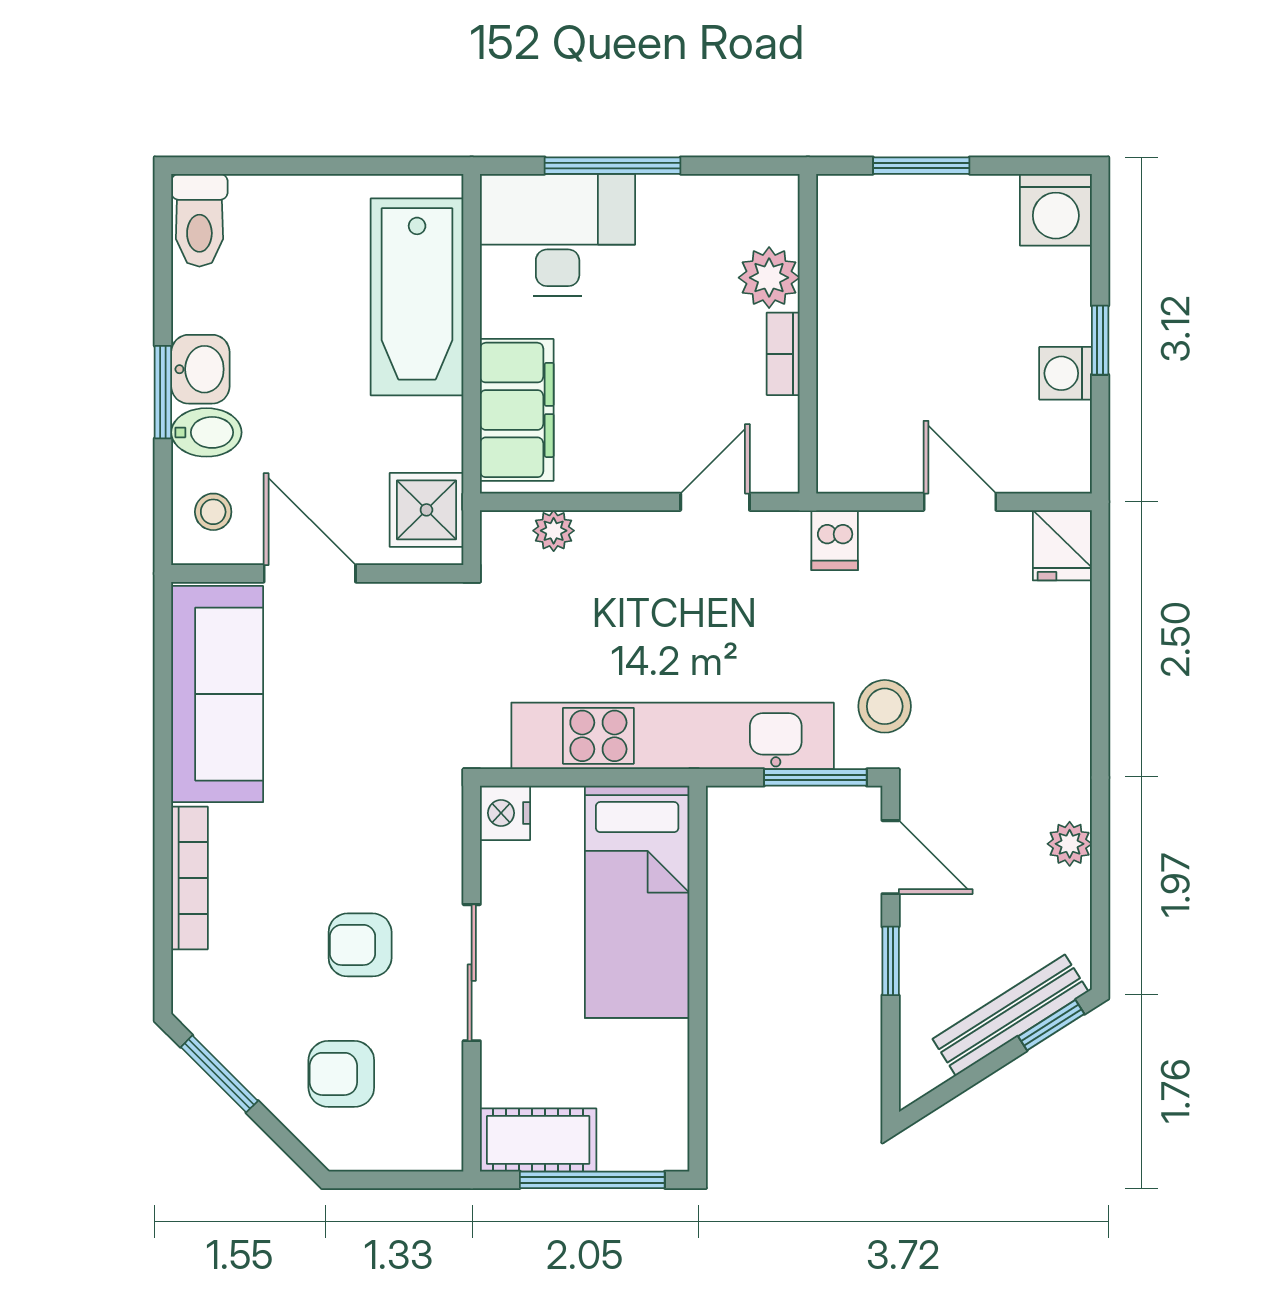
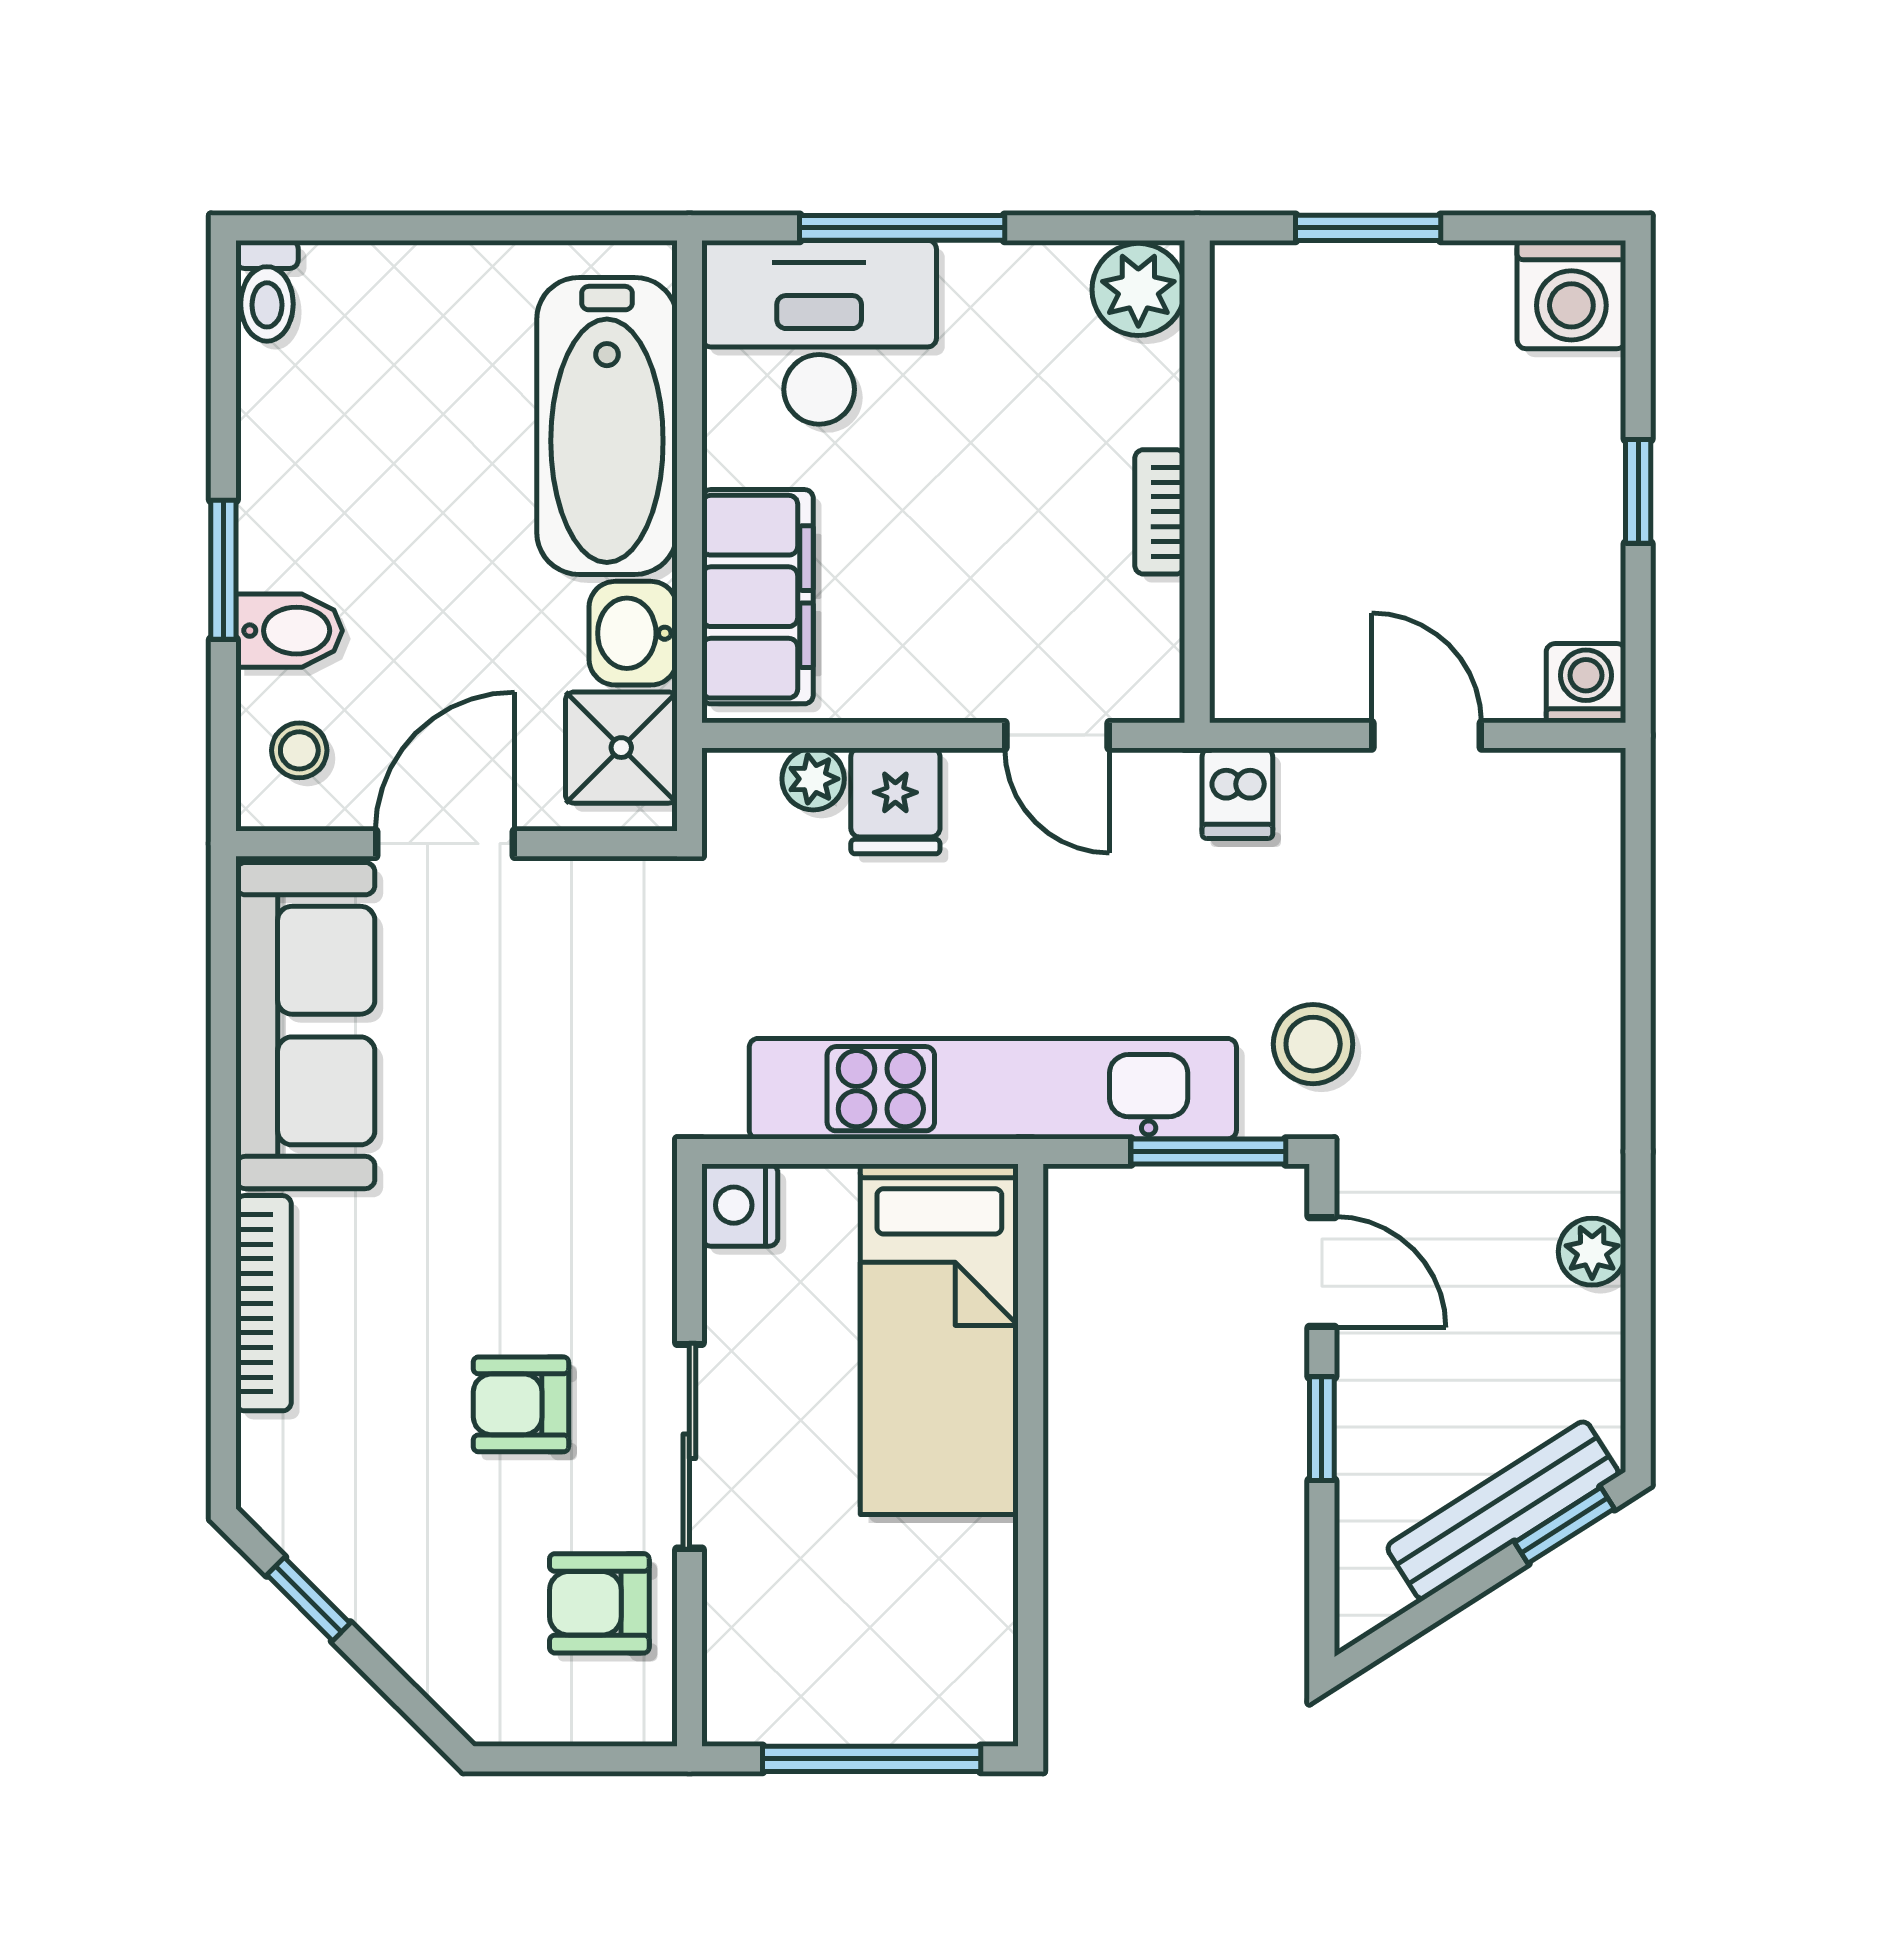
toilet: (199, 220) -> (267, 291), width x0.73, depth x0.72
plant: (769, 278) -> (1138, 289), moved
washbasin: (200, 369) -> (633, 633), moved, turned 180
washing machine: (1065, 373) -> (1586, 683), moved, turned 90
door: (715, 502) -> (1057, 735), swing flipped
fridge: (1062, 545) -> (895, 801), moved
door: (310, 574) -> (445, 844), hinge flipped
window: (219, 1074) -> (309, 1599), width x0.67
armchair: (341, 1074) -> (599, 1603), moved
cot: (538, 1140) -> (790, 1699), removed

